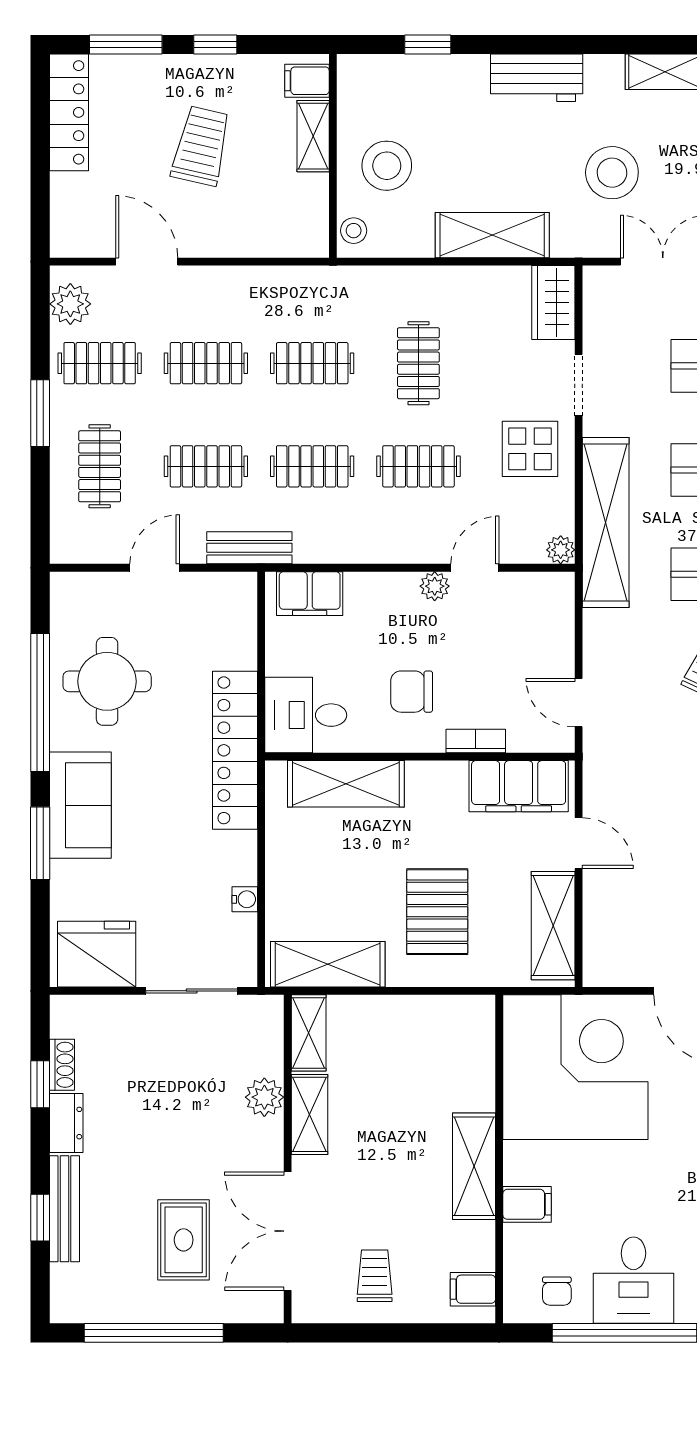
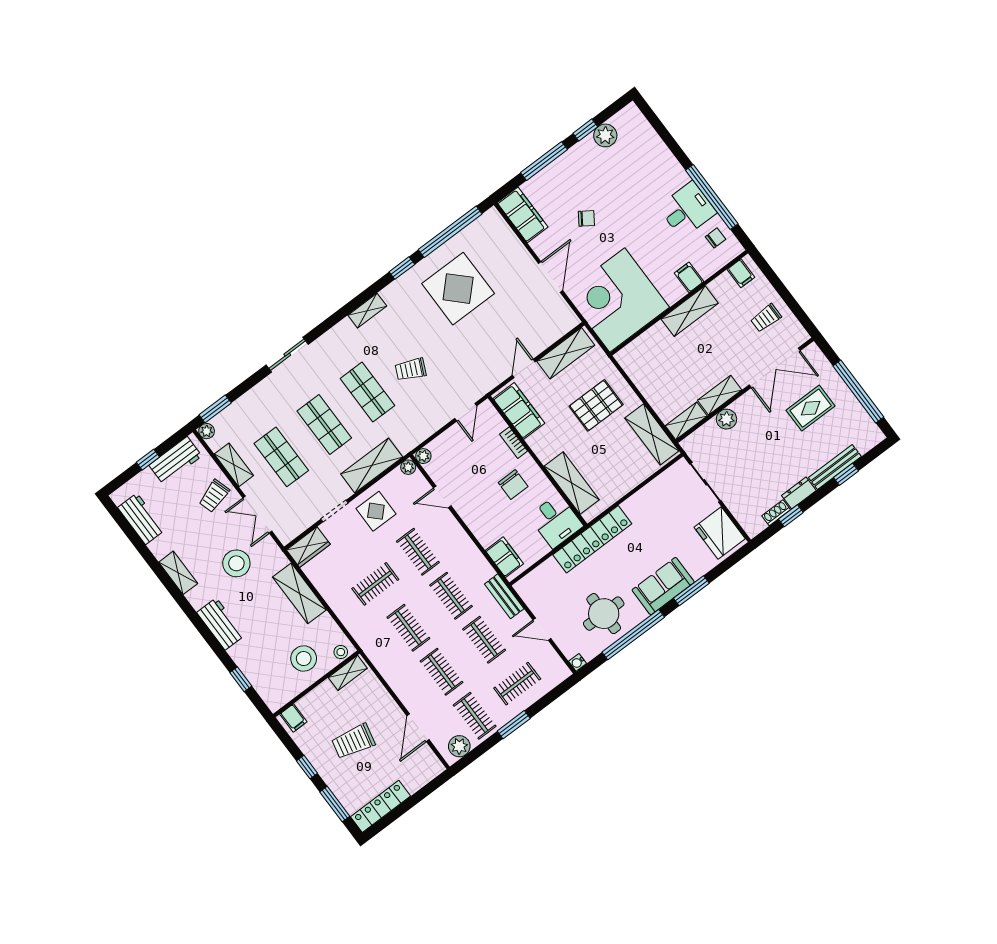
shelving: (313, 136) -> (348, 673), moved
shelving: (606, 523) -> (372, 466), width x0.68
plant: (435, 586) -> (423, 456), moved
water cooler: (245, 899) -> (578, 662), moved, turned -90

